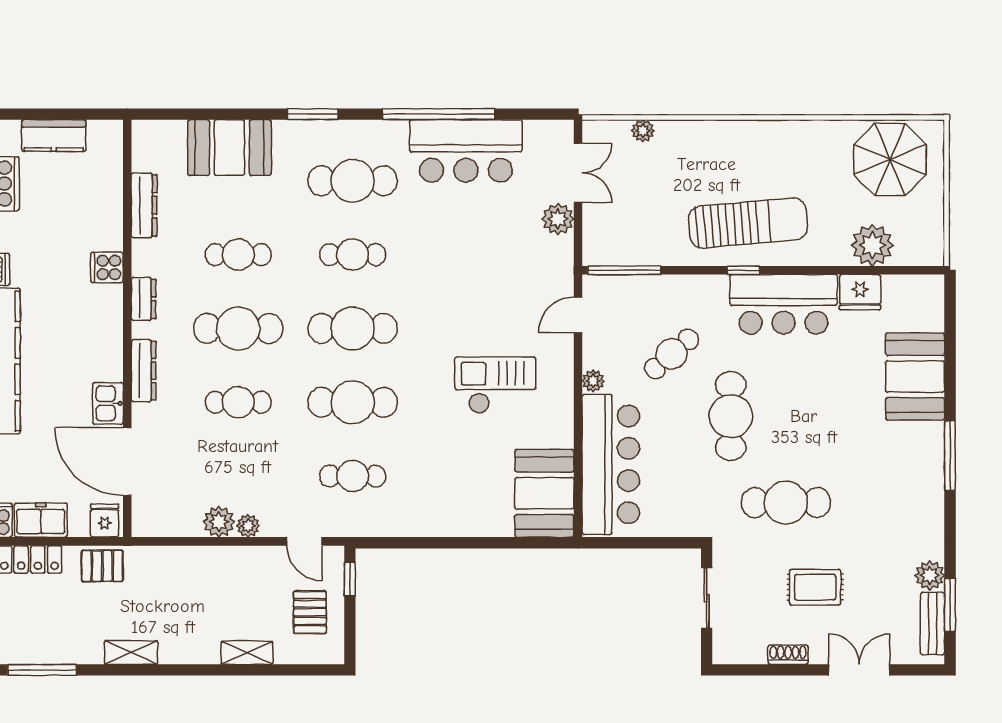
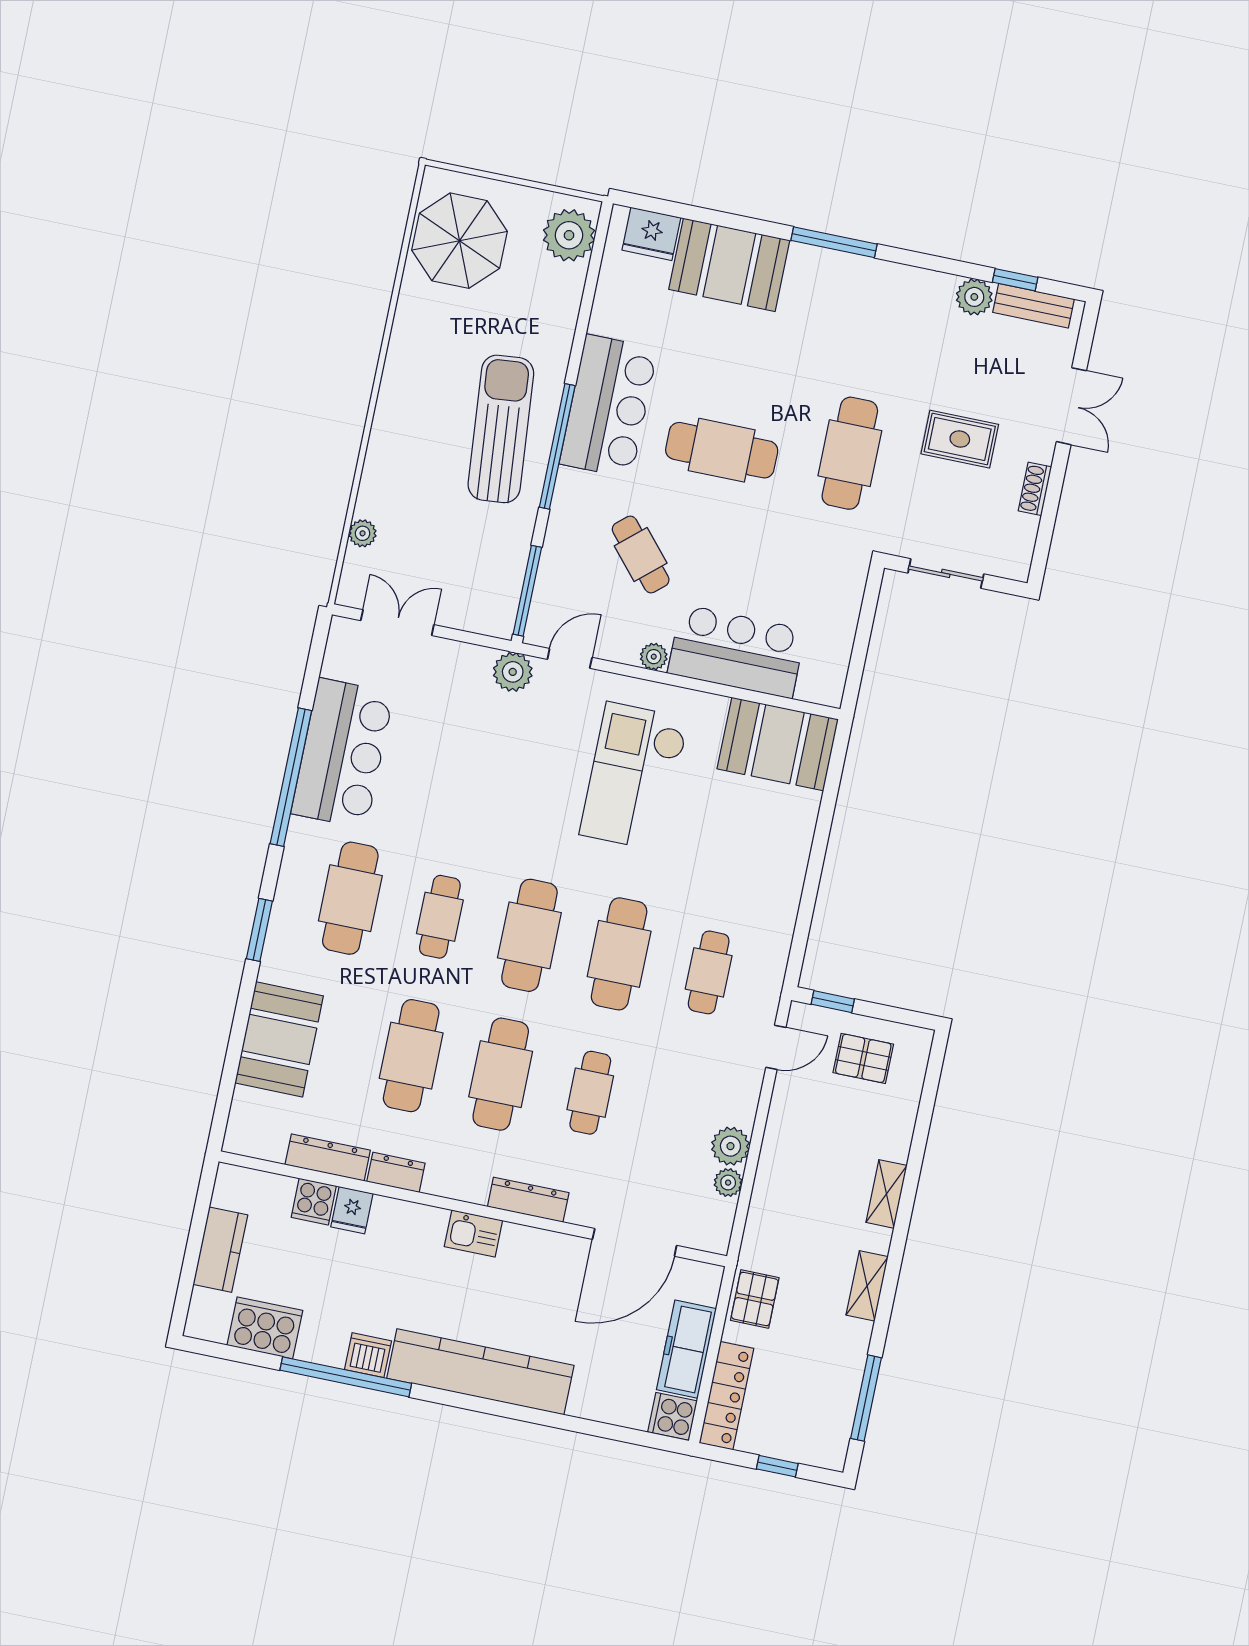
plant: (558, 219) -> (513, 672), moved
plant: (872, 245) -> (569, 235), moved
cafe table: (238, 255) -> (411, 1056), width x1.37, depth x1.35
cooker: (107, 267) -> (314, 1202), moved
window: (743, 270) -> (557, 446), width x3.17
fridge: (860, 292) -> (651, 234), moved, turned 90
dresser: (143, 299) -> (396, 1172), moved
door: (578, 315) -> (570, 658), swing flipped
checkout: (495, 385) -> (634, 776), width x1.36, depth x1.21
kitchen sink: (108, 403) -> (473, 1234), moved
cafe table: (731, 416) -> (722, 450), moved
bar counter: (611, 464) -> (737, 651), width x0.73
freezer: (41, 520) -> (686, 1349), width x1.40
fridge: (104, 521) -> (352, 1210), moved, turned -90
plant: (248, 526) -> (728, 1183), moved
rug: (815, 587) -> (960, 439), turned 90
window: (950, 605) -> (1015, 280), width x0.67
shelving: (247, 653) -> (886, 1194), moved
double door: (859, 670) -> (1071, 406), swing flipped

